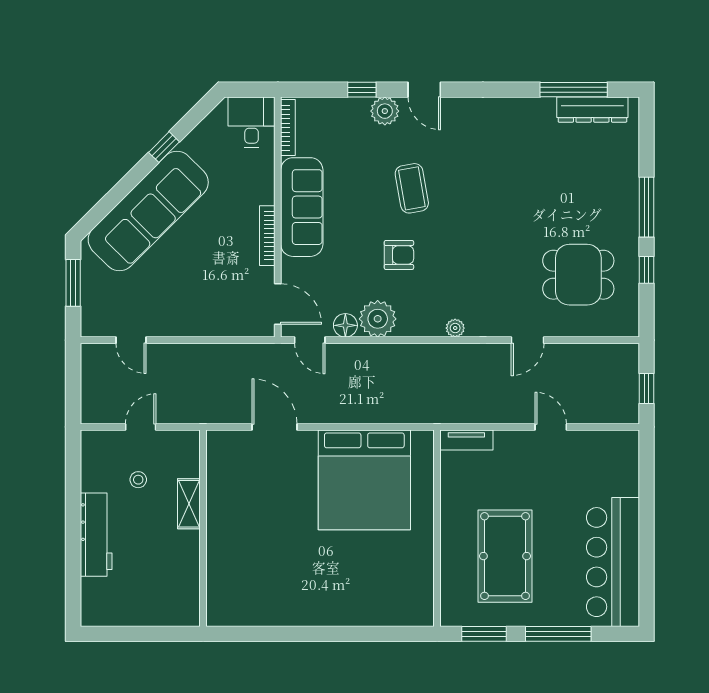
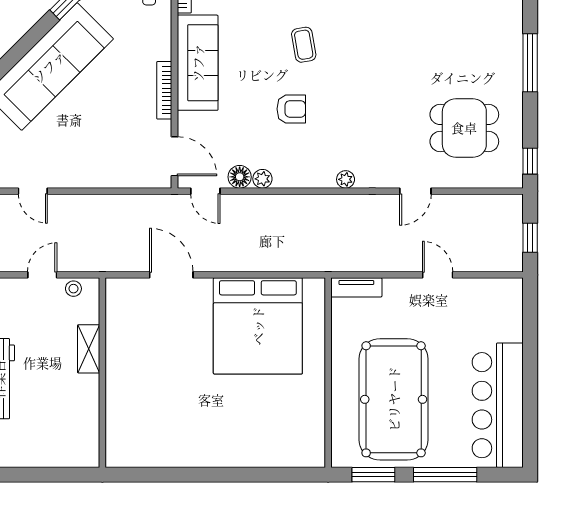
coffee table: (412, 188) -> (304, 45), width x0.73, depth x0.77
window: (646, 270) -> (530, 161), moved
plant: (378, 319) -> (262, 179), width x0.53, depth x0.53
stool: (138, 480) -> (73, 289), moved
pool table: (505, 556) -> (394, 399), width x1.36, depth x1.32

